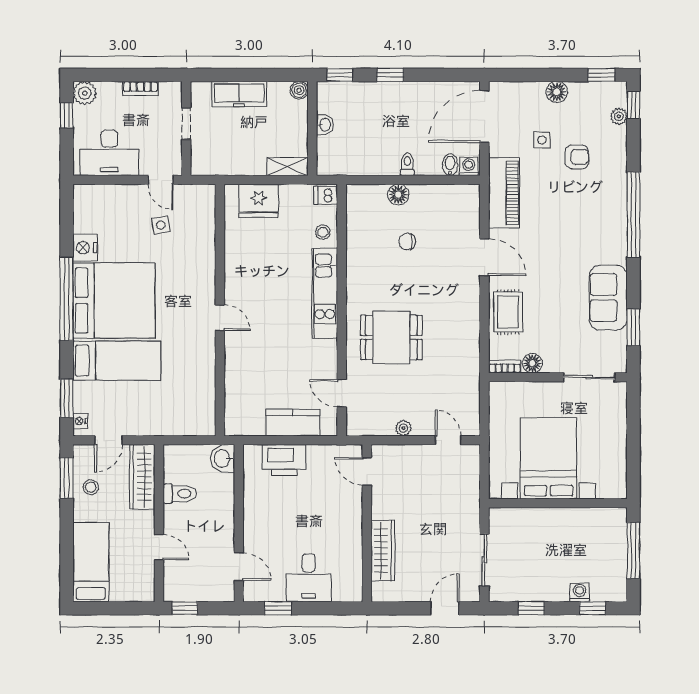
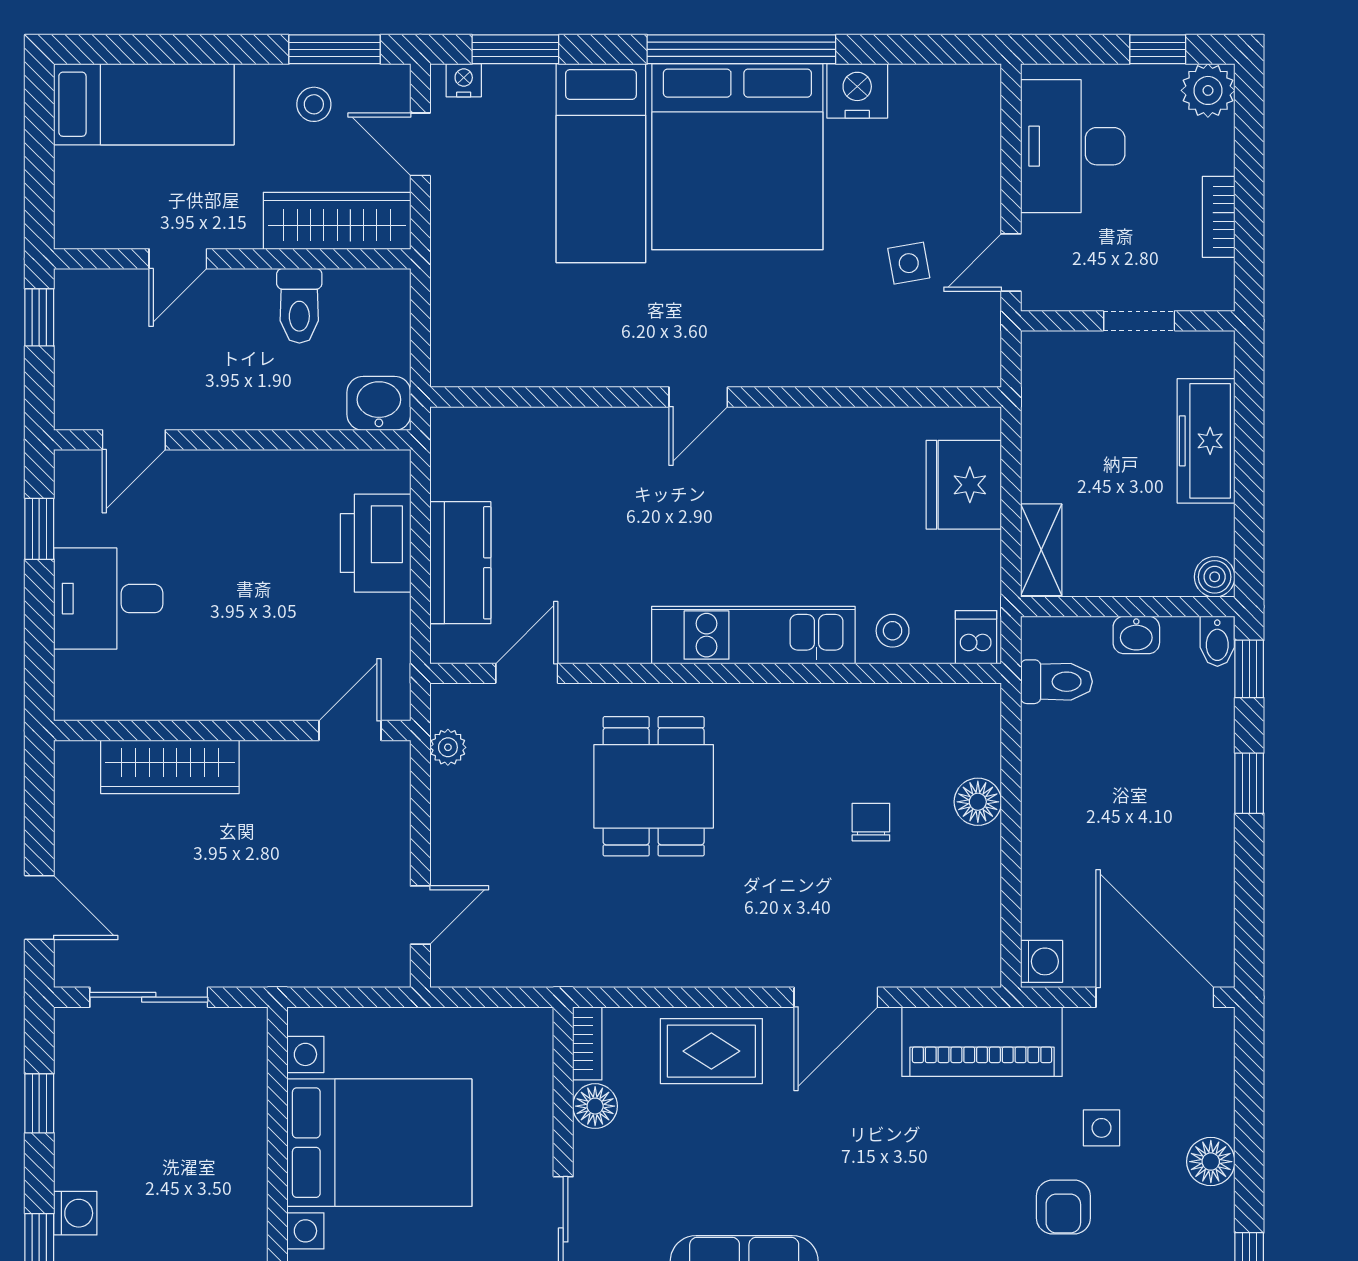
toilet: (407, 164) -> (1057, 682), moved, width x1.37, depth x1.39
bidet: (450, 165) -> (1217, 641), moved, turned 90
plant: (403, 428) -> (448, 747), moved

